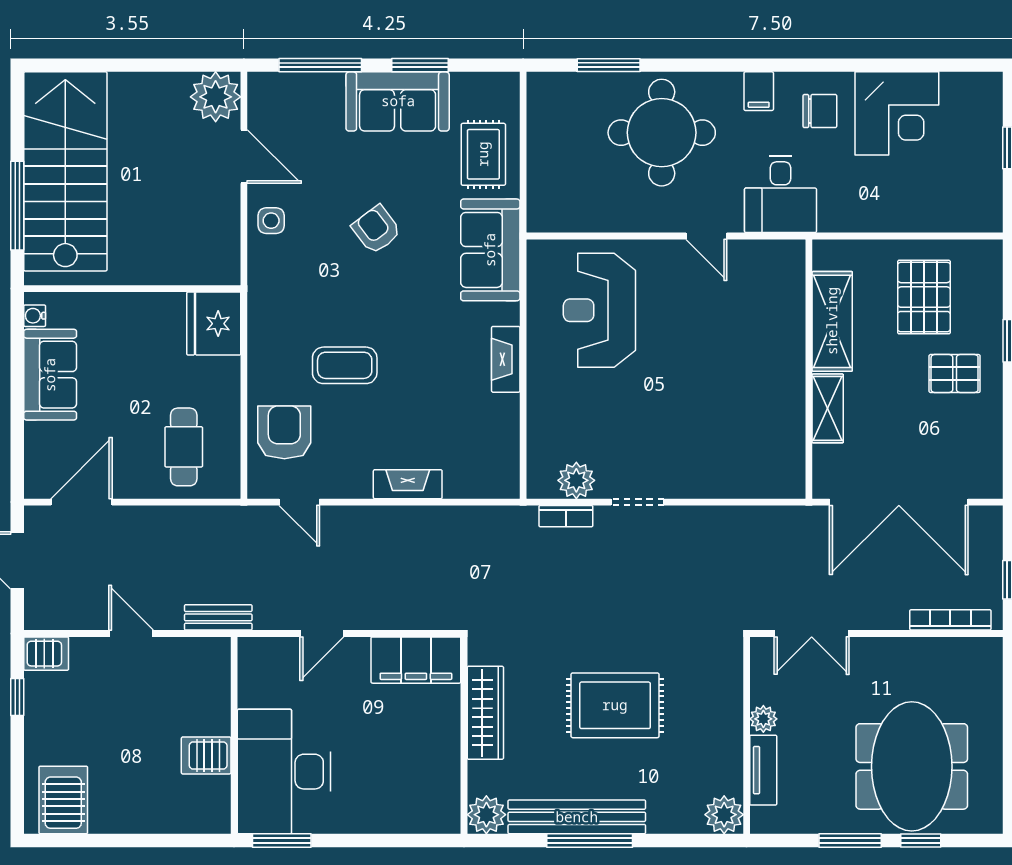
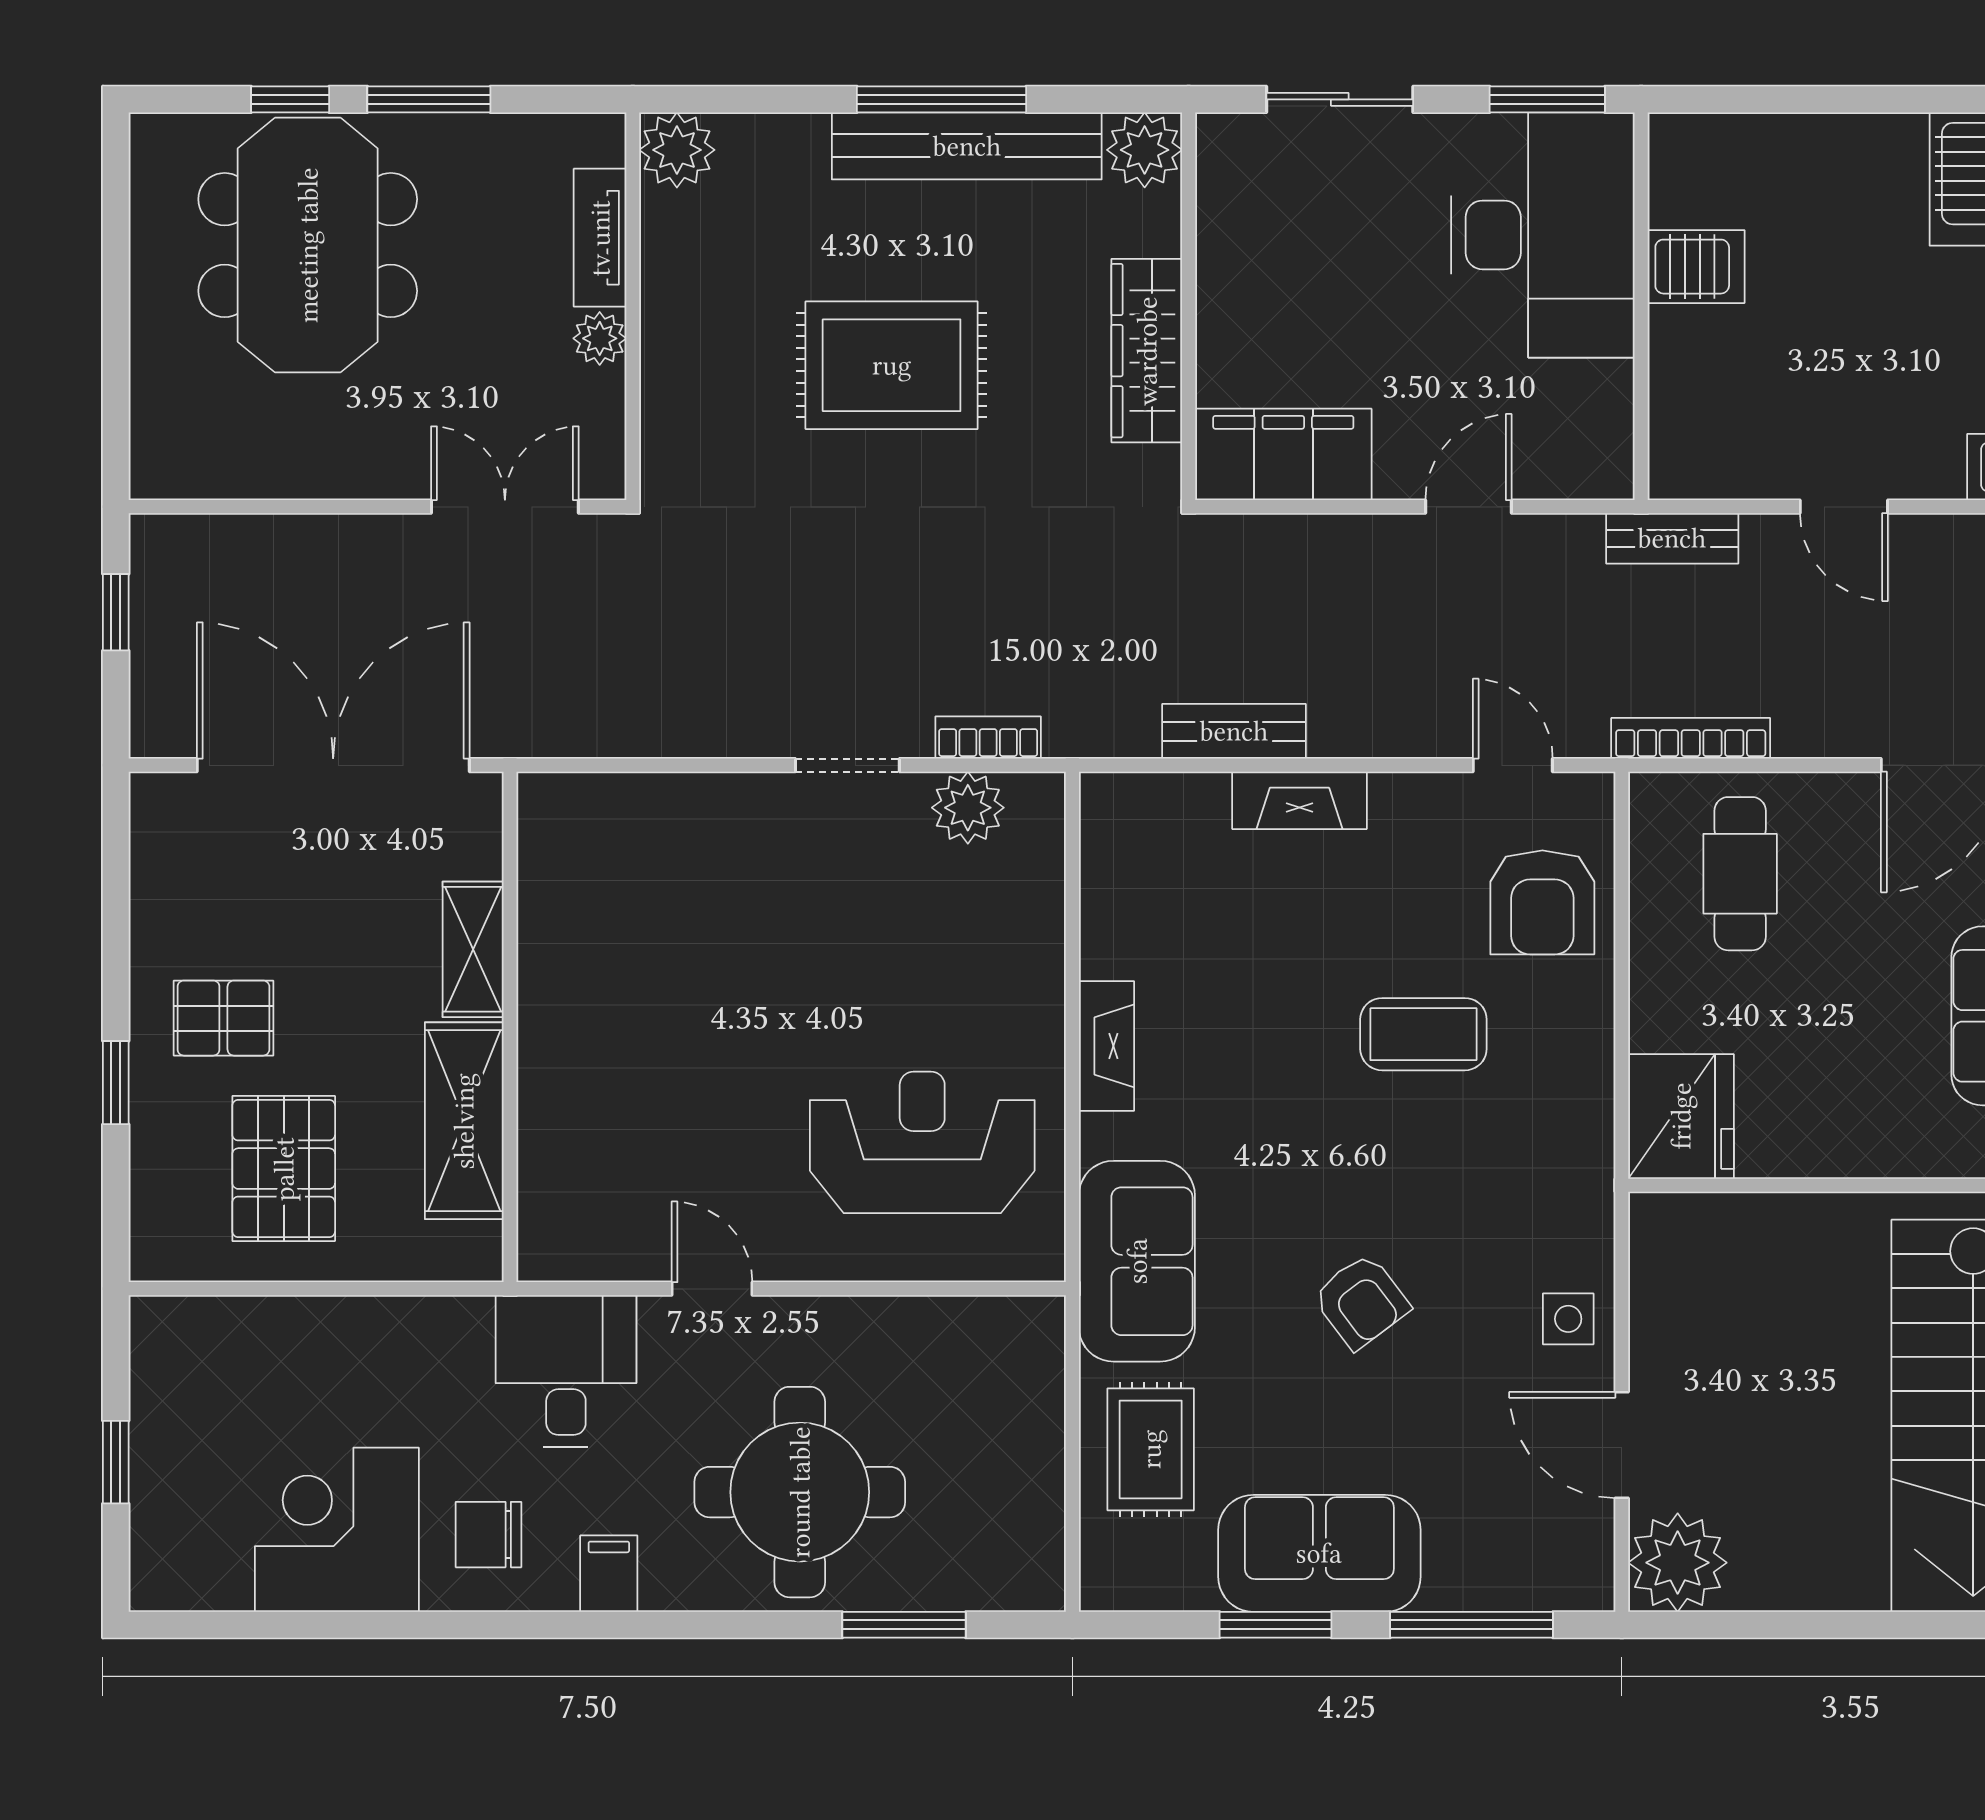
reception desk: (599, 310) -> (922, 1142), turned -90
bench: (441, 519) -> (1234, 731), added
bookcase: (950, 620) -> (1691, 738), moved, turned 180
sliding door: (387, 840) -> (1340, 99), added

